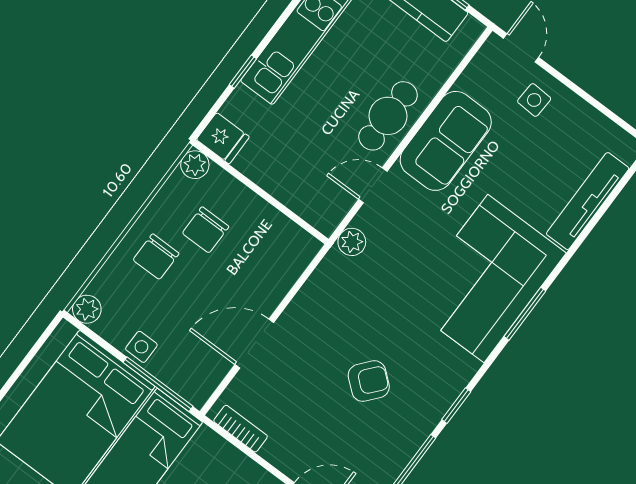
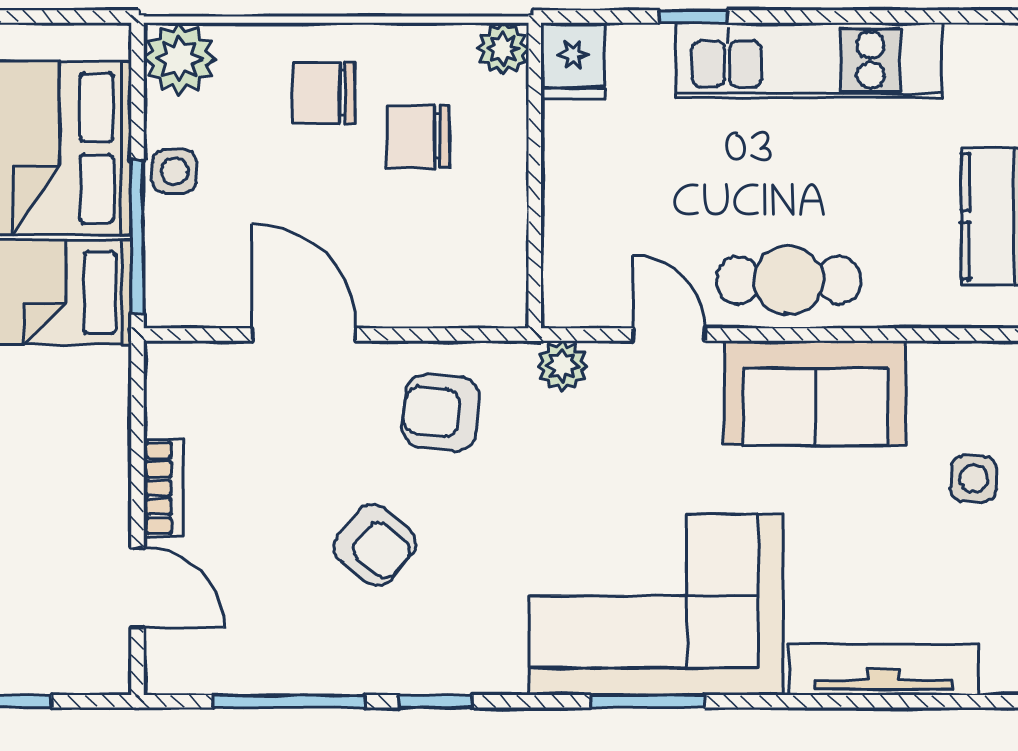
plant: (87, 309) -> (179, 59), width x1.38, depth x1.38
armchair: (333, 310) -> (441, 413), added
bookcase: (241, 429) -> (163, 488), moved

